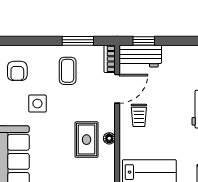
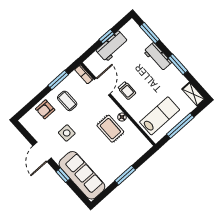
window: (144, 41) -> (107, 37), moved
workbench: (140, 56) -> (112, 46), moved
armchair: (17, 71) -> (45, 109), moved, turned 90

